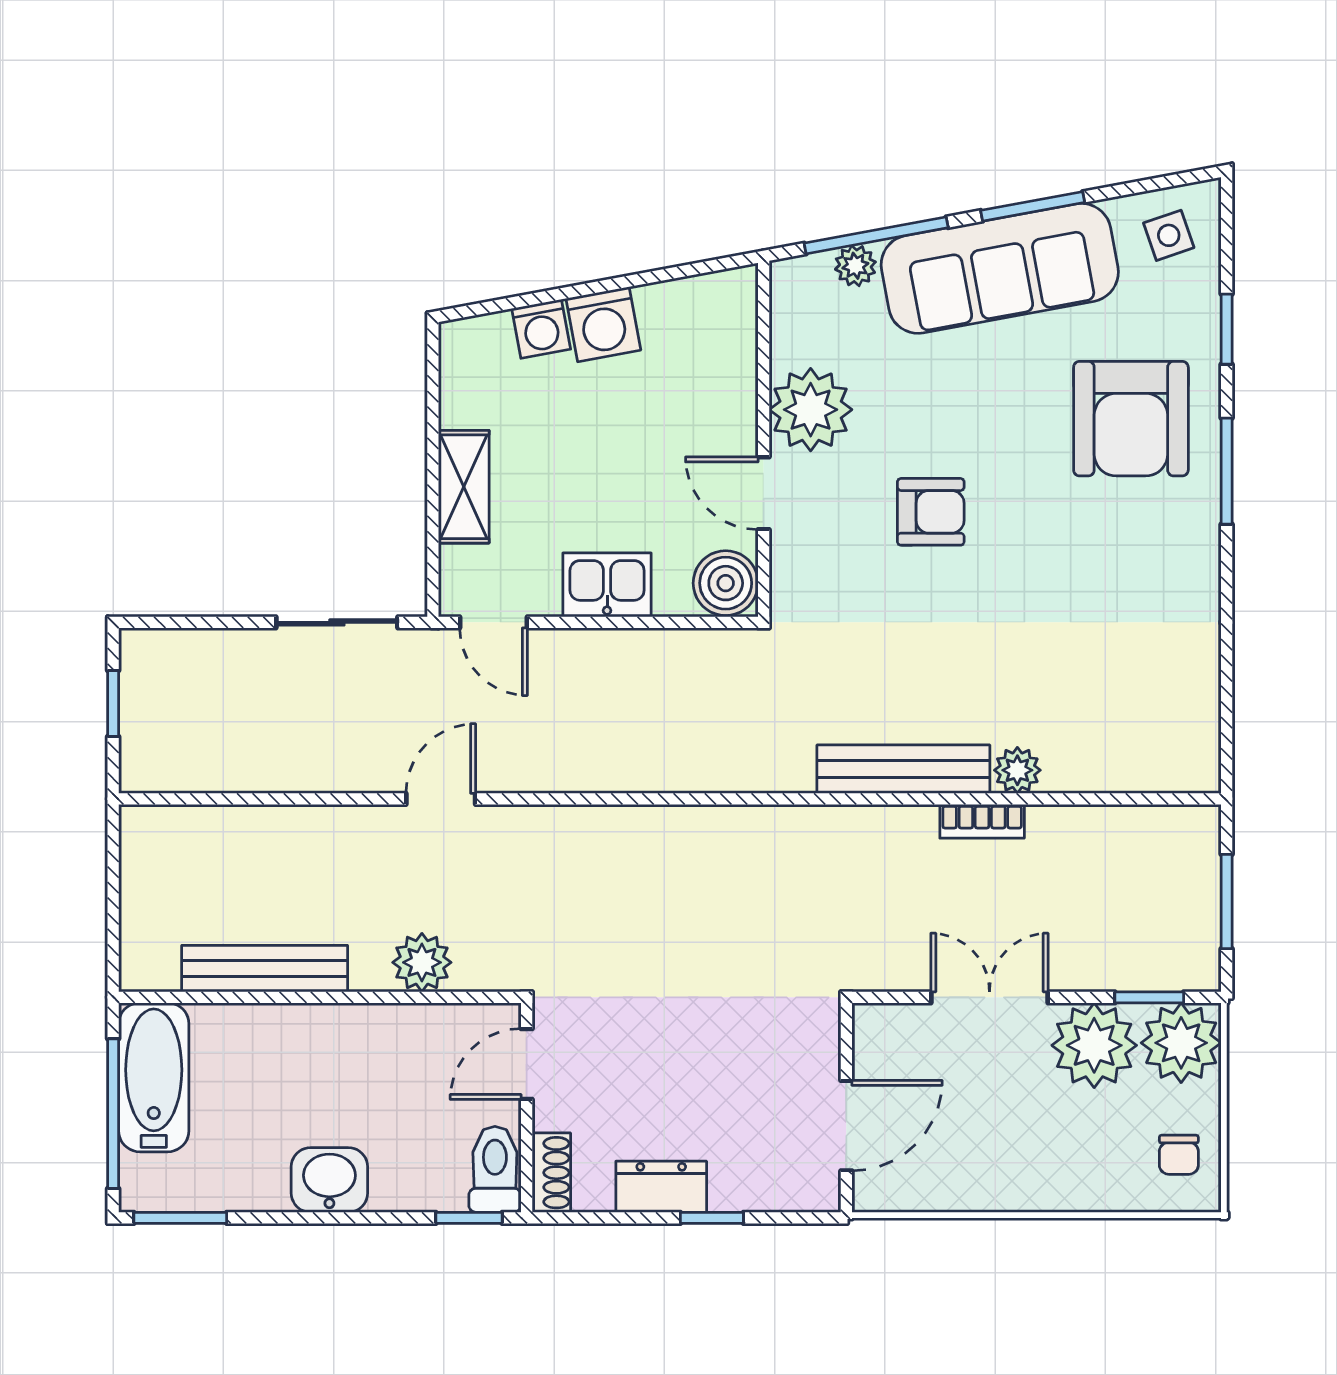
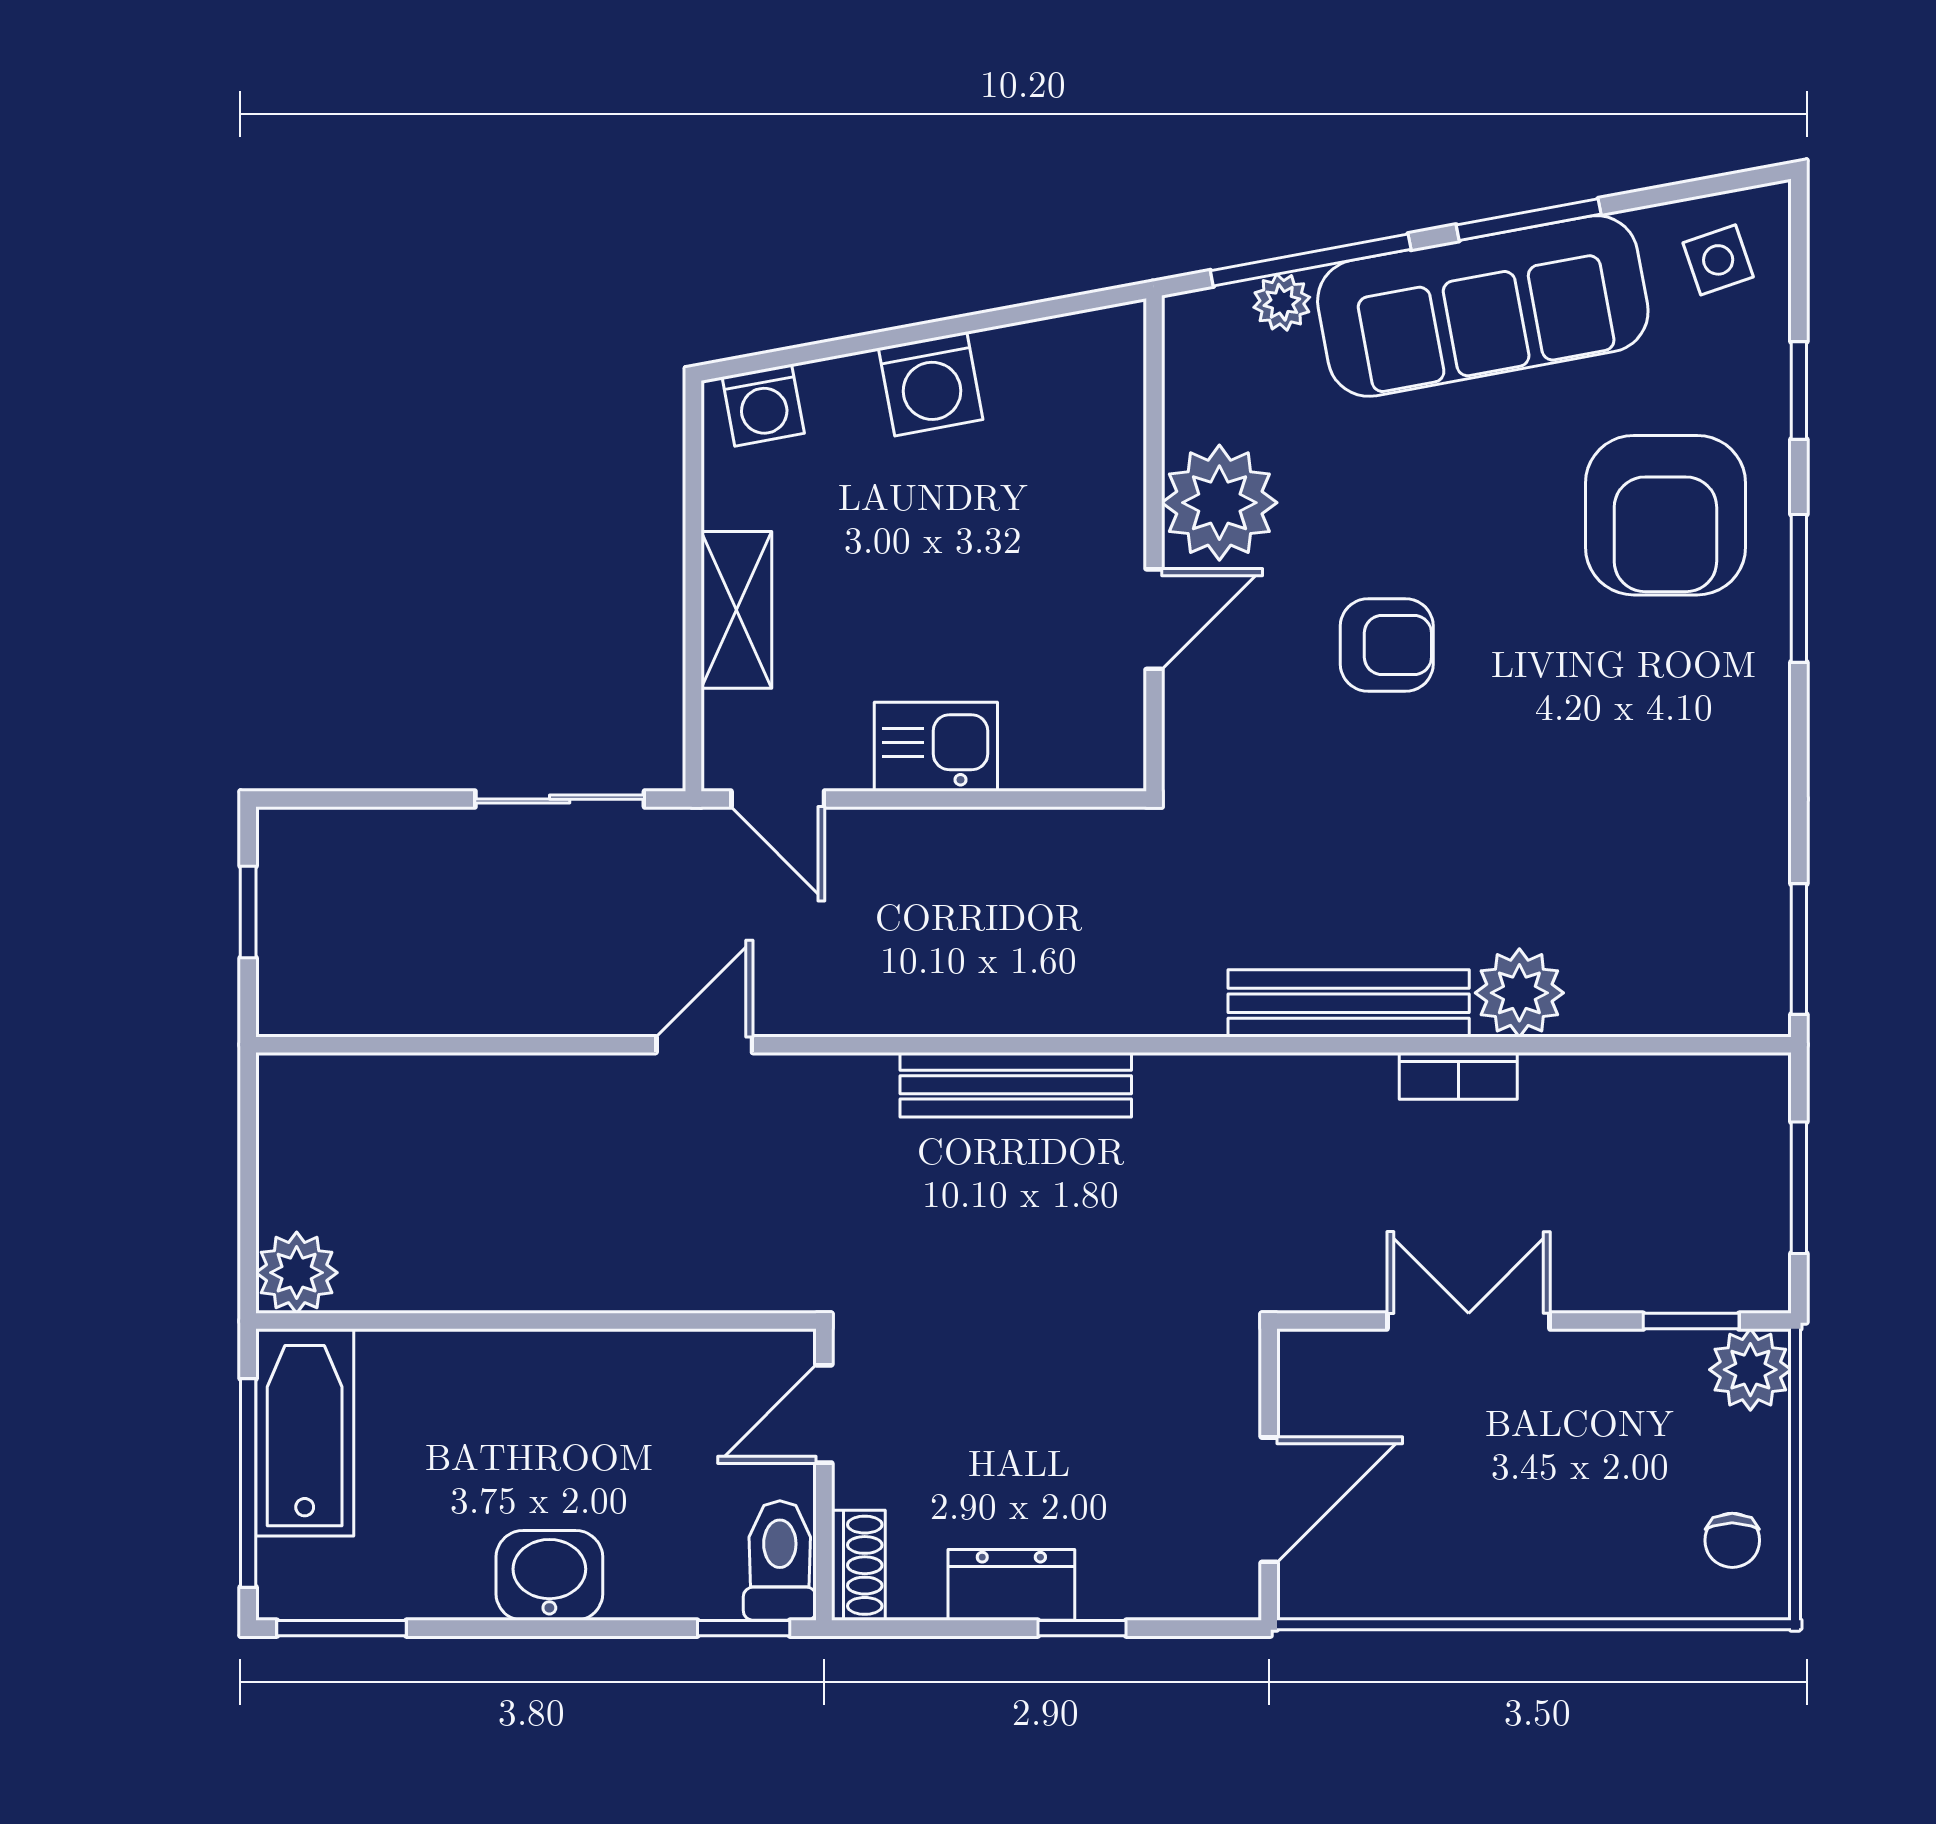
washing machine: (541, 329) -> (763, 405), moved
door: (764, 493) -> (1154, 619), swing flipped
boiler: (726, 583) -> (1101, 744), removed
window: (1227, 730) -> (1799, 949), added
plant: (1017, 770) -> (1519, 993), width x1.38, depth x1.38
plant: (422, 962) -> (297, 1273), moved
bench: (265, 969) -> (1016, 1085), moved
plant: (1181, 1043) -> (1750, 1370), width x0.73, depth x0.73
plant: (1094, 1045) -> (1614, 1388), removed

